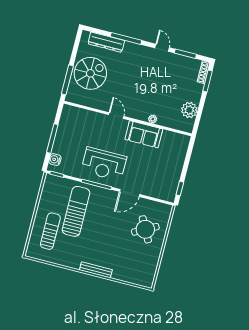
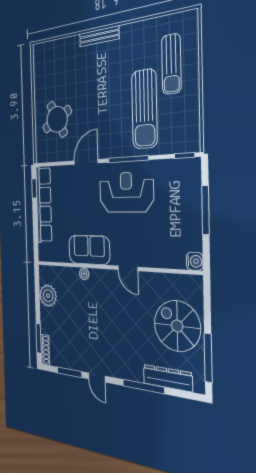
spiral stairs: (90, 73) -> (177, 326), turned 90
window: (67, 80) -> (208, 358), moved
water cooler: (55, 160) -> (195, 261), moved
row of seats: (174, 175) -> (44, 205), added

